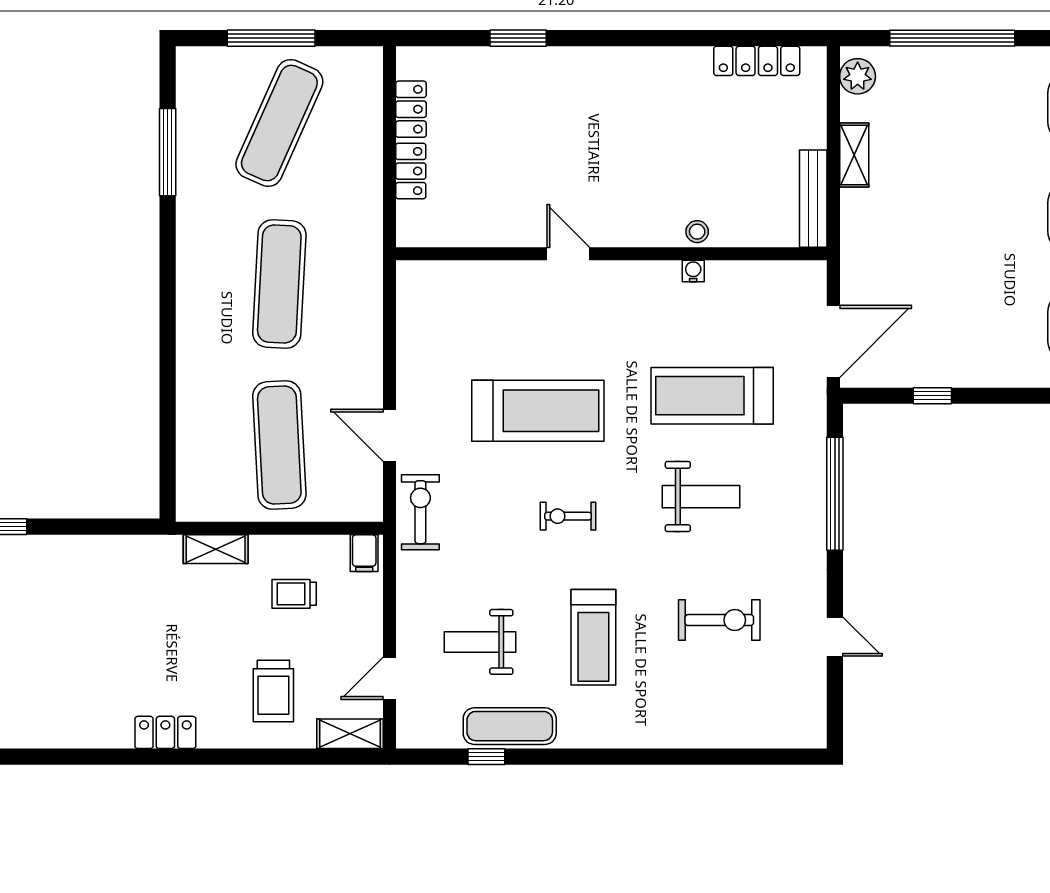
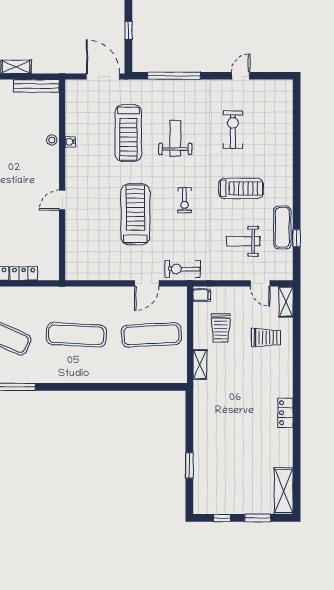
trolley: (294, 594) -> (221, 328), width x1.36, depth x1.39
weight bench: (480, 642) -> (243, 241), turned 90
locker: (165, 732) -> (285, 413), moved

